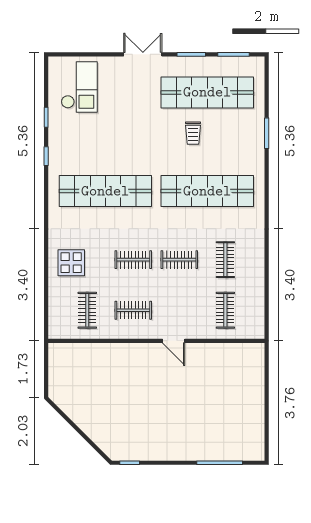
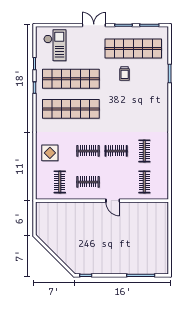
shop shelf: (207, 191) -> (71, 79), moved

